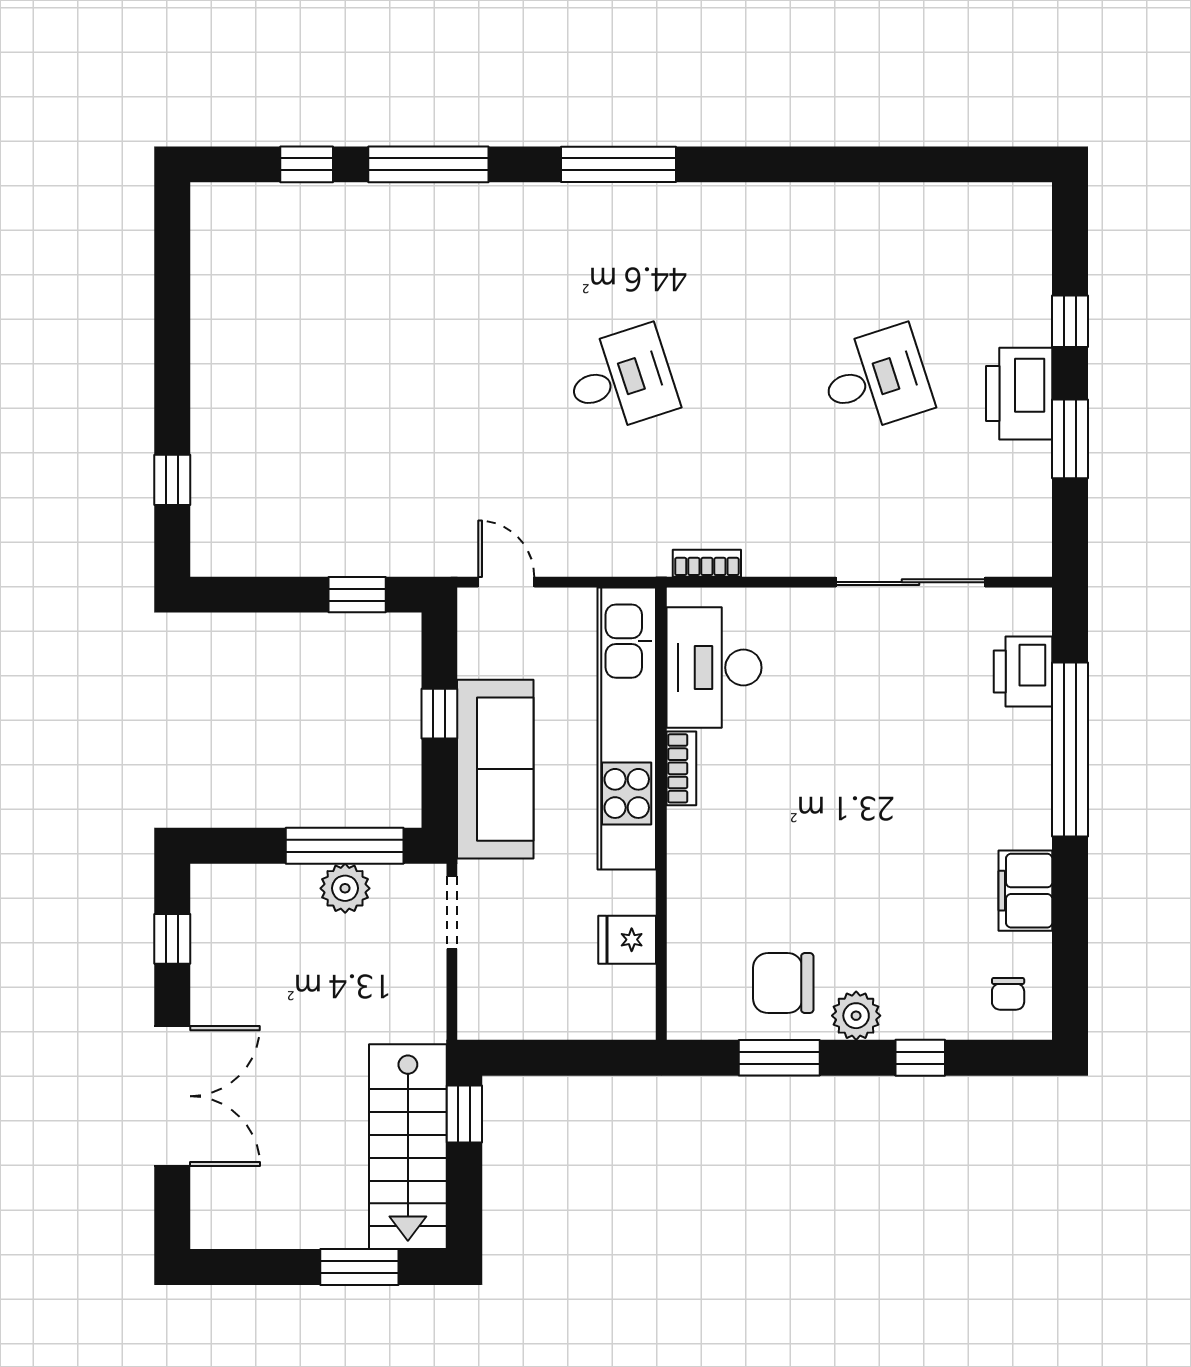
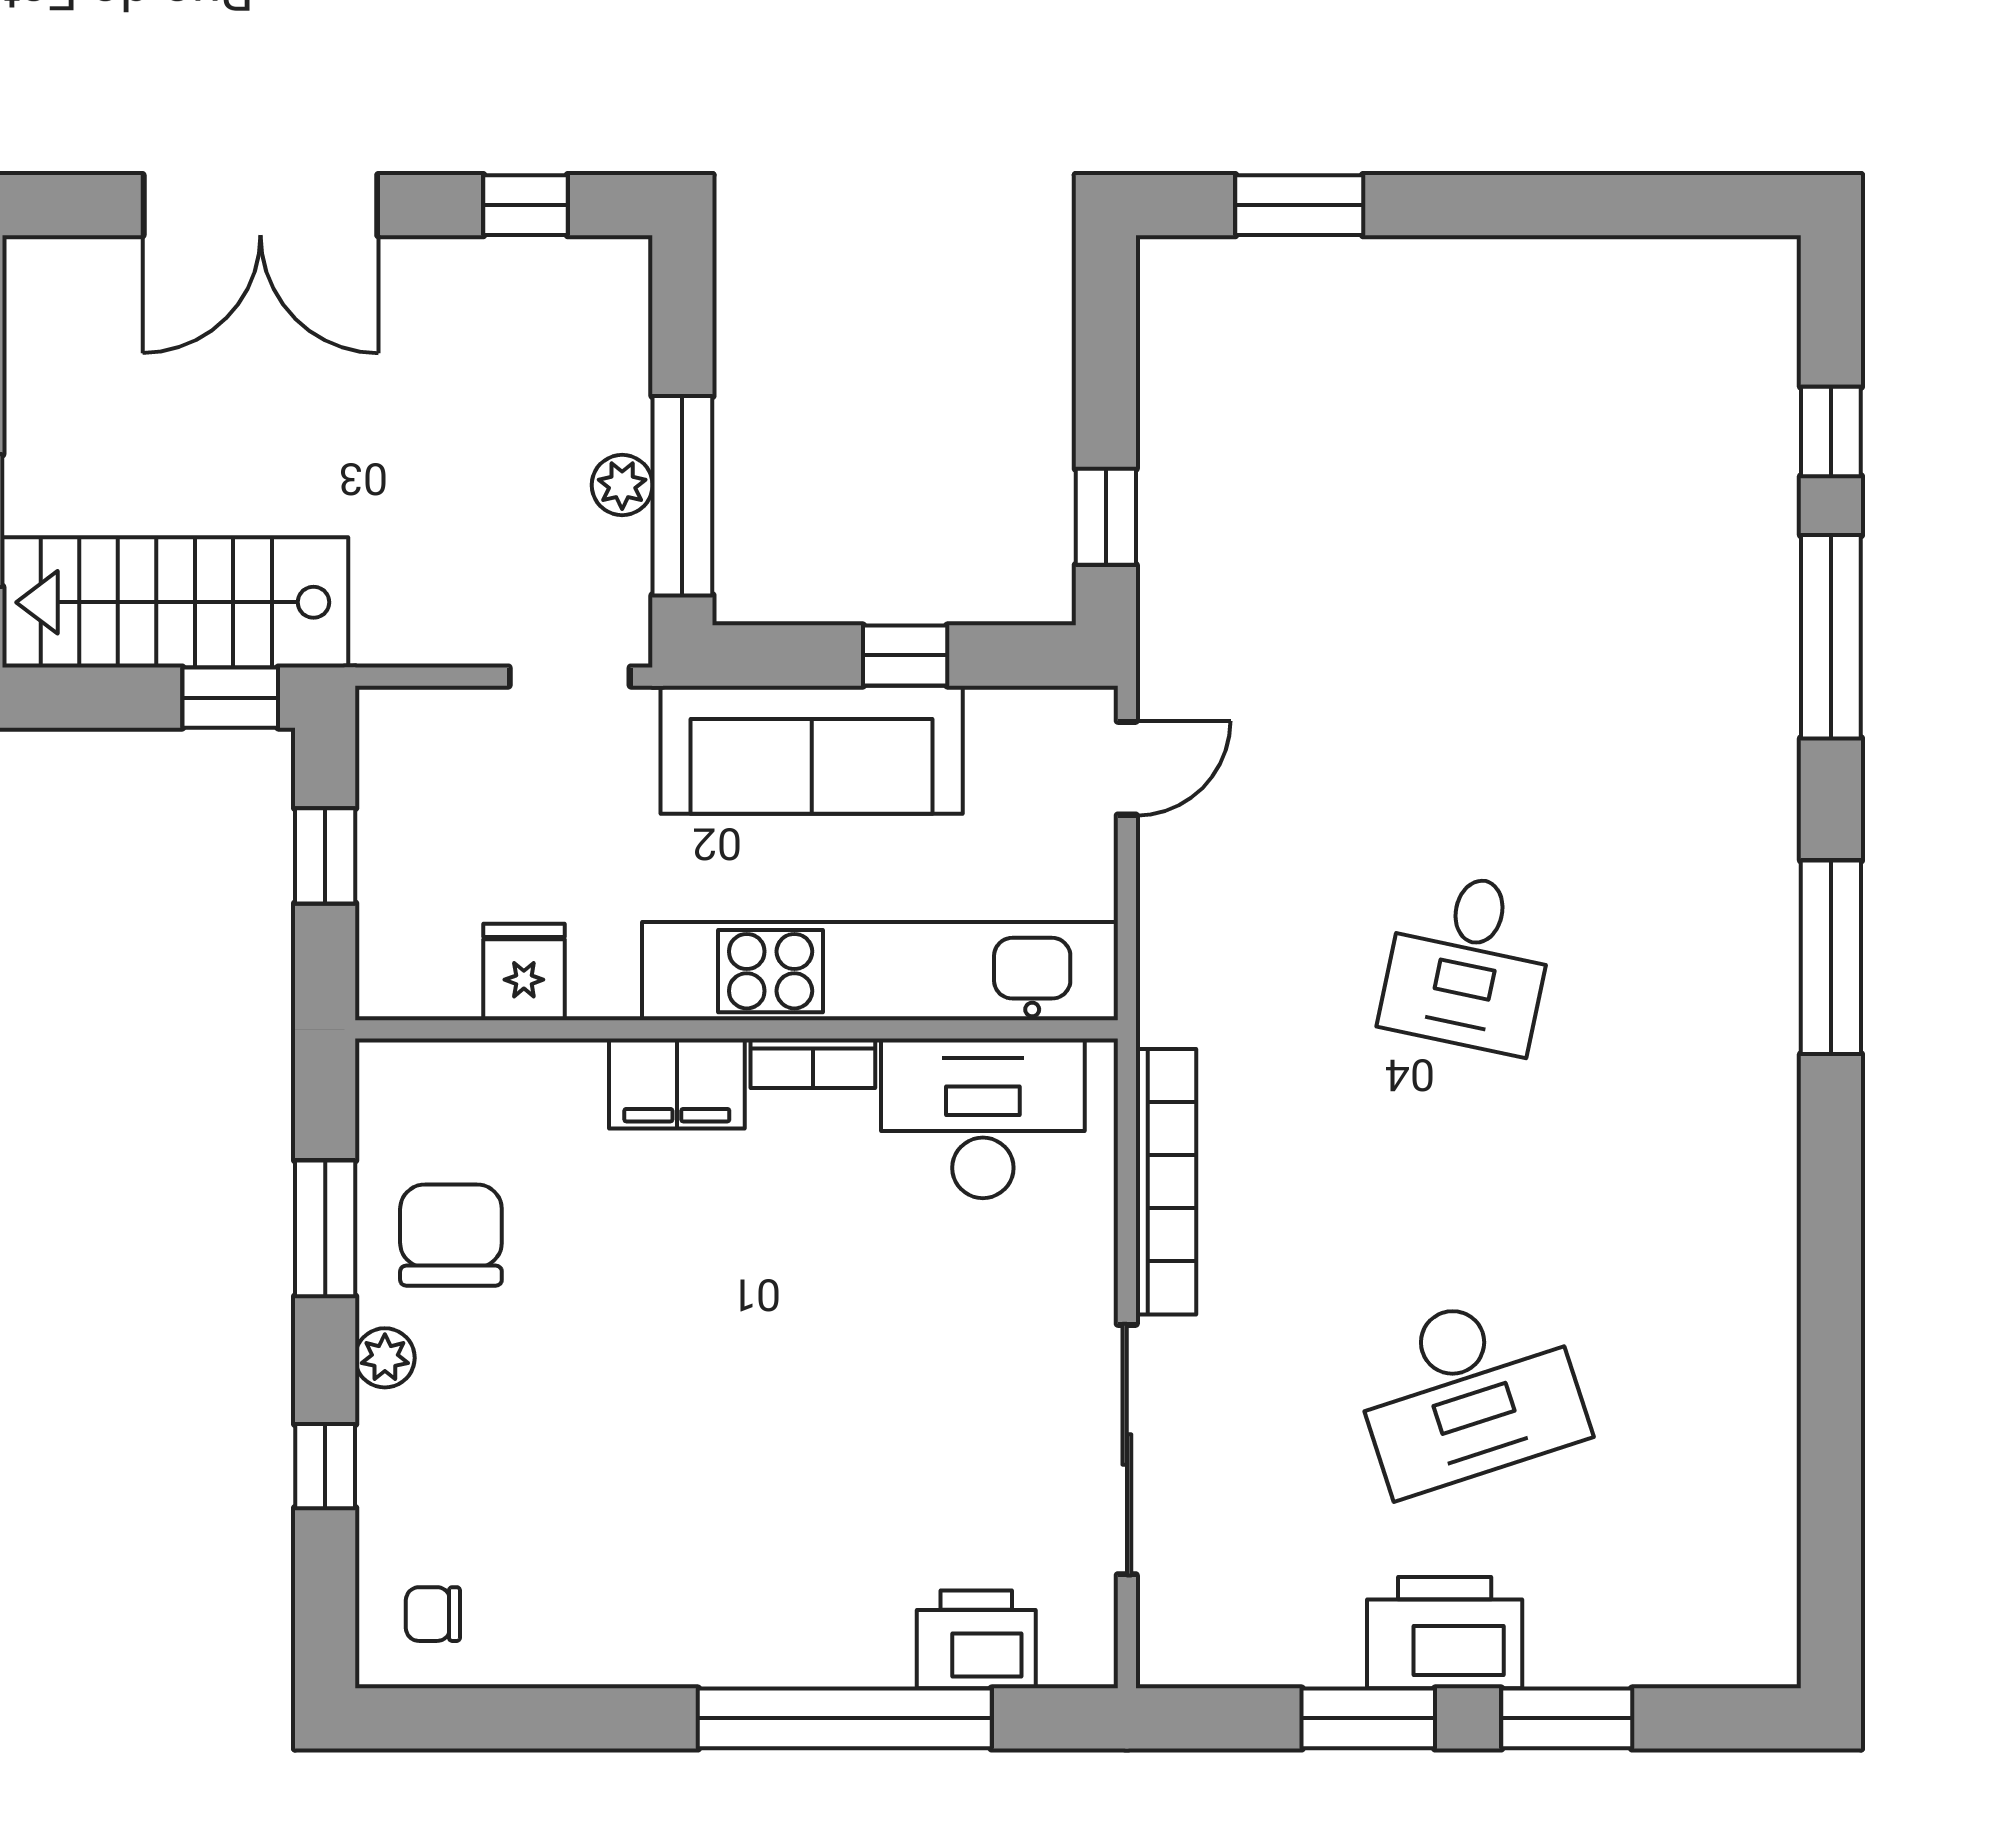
window: (1070, 321) -> (1567, 1718), width x1.50
desk: (621, 380) -> (1468, 962), turned 30
desk: (876, 380) -> (1468, 1391), width x1.37
window: (172, 480) -> (1299, 205), width x1.50
bookcase: (707, 563) -> (1166, 1182), width x2.31, depth x1.31
plant: (345, 888) -> (622, 485), width x0.73, depth x0.73
filing cabinet: (1025, 891) -> (677, 1084), moved, turned 180
plant: (856, 1016) -> (385, 1358), width x0.73, depth x0.73
window: (558, 1058) -> (325, 856), added

